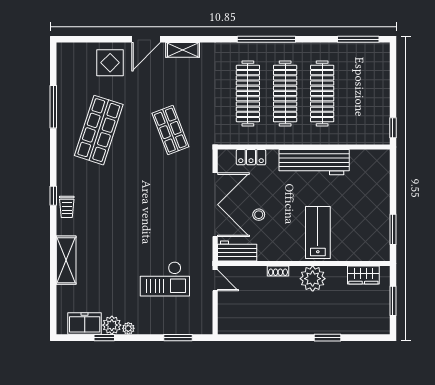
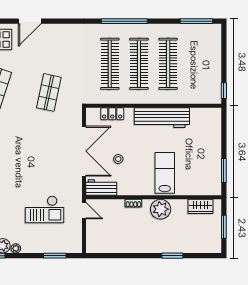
shelving: (183, 50) -> (58, 30), removed
shop shelf: (170, 130) -> (49, 92), turned 33

